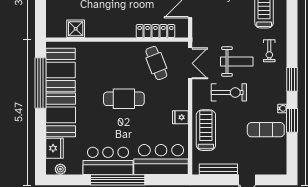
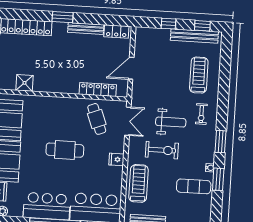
fridge: (180, 117) -> (116, 159), moved

